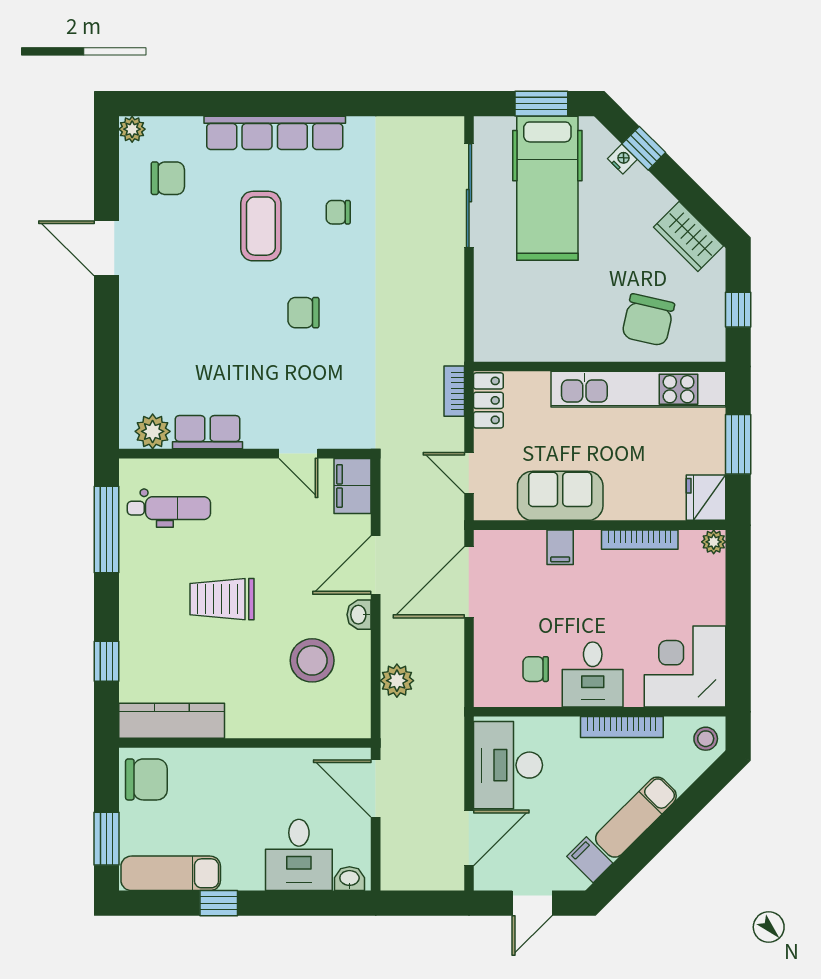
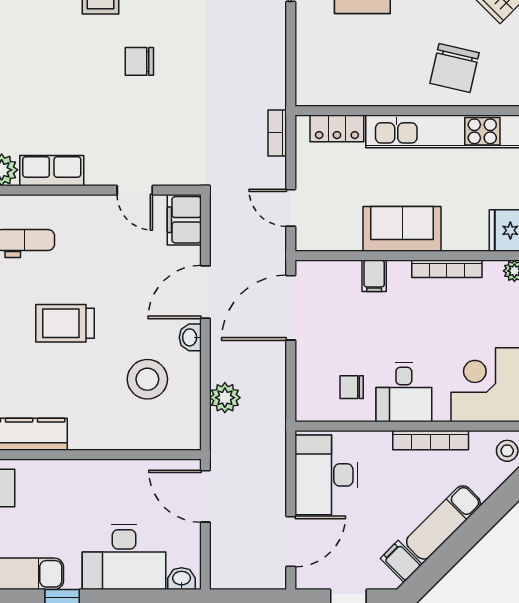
locker: (488, 400) -> (337, 128), moved, turned 90
sofa: (560, 496) -> (402, 229), moved
desk: (299, 855) -> (124, 557), width x1.37

